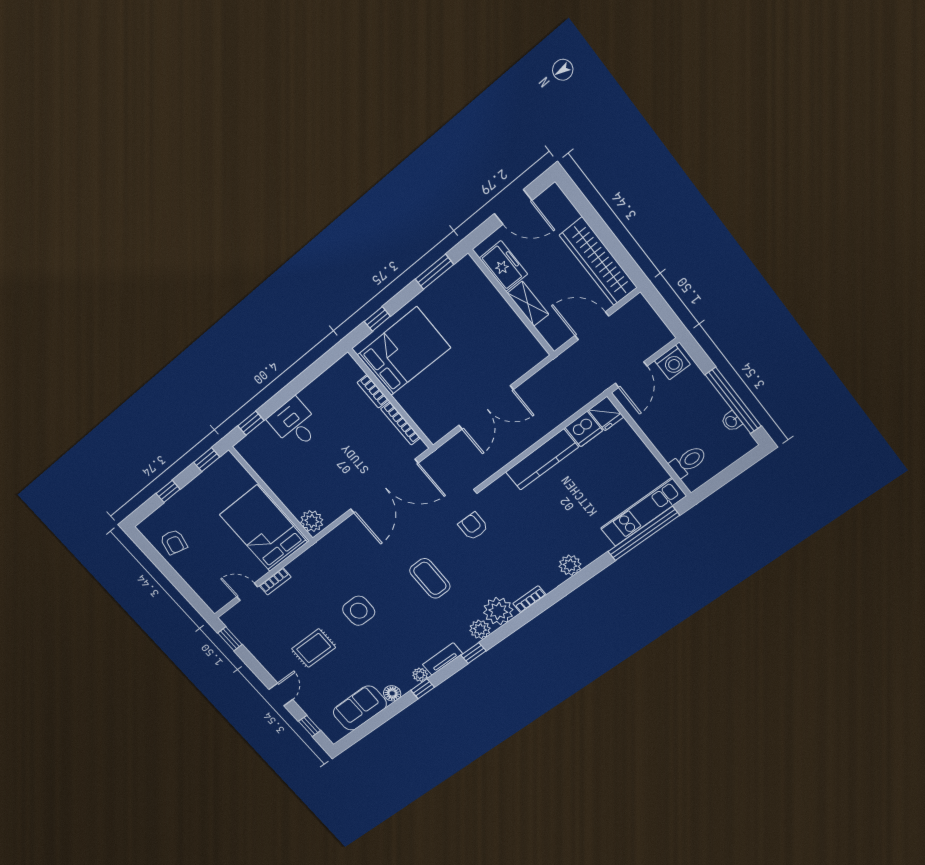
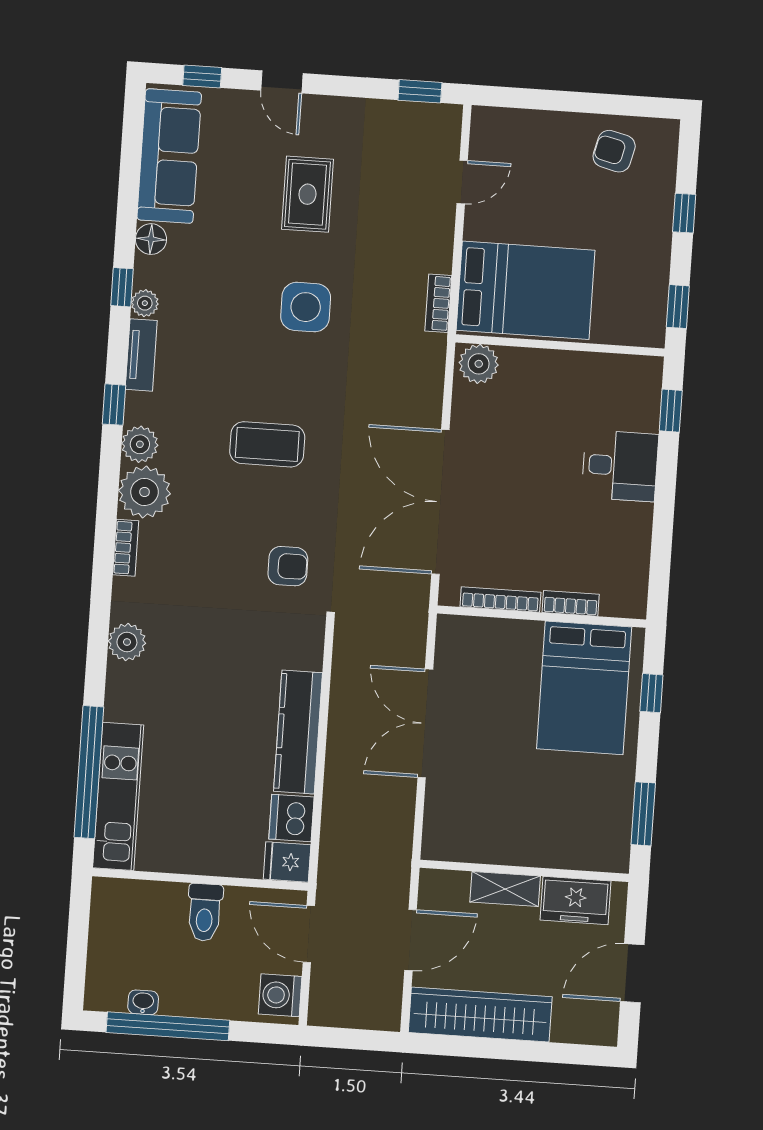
toilet: (688, 461) -> (205, 912), moved
bookcase: (275, 581) -> (438, 303), moved
sofa: (360, 708) -> (169, 156), width x1.36

